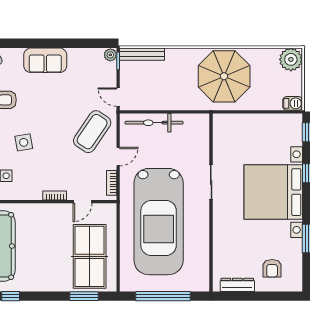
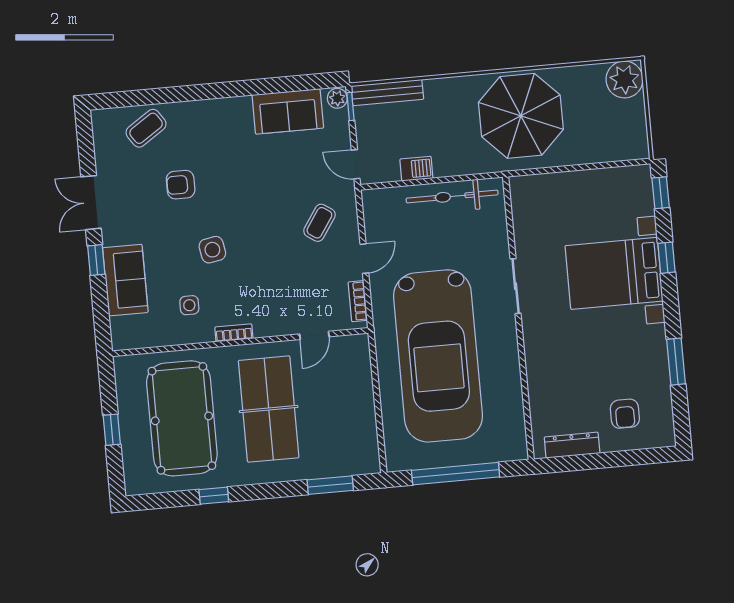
sofa: (45, 60) -> (288, 111), moved
barbecue: (293, 103) -> (416, 169), moved
bicycle: (154, 123) -> (452, 196), moved
coffee table: (92, 132) -> (319, 223), width x0.54, depth x0.58
bed with nightstands: (273, 192) -> (614, 273), width x0.73
bookcase: (55, 195) -> (234, 333), moved
table tennis table: (90, 256) -> (269, 409), moved

